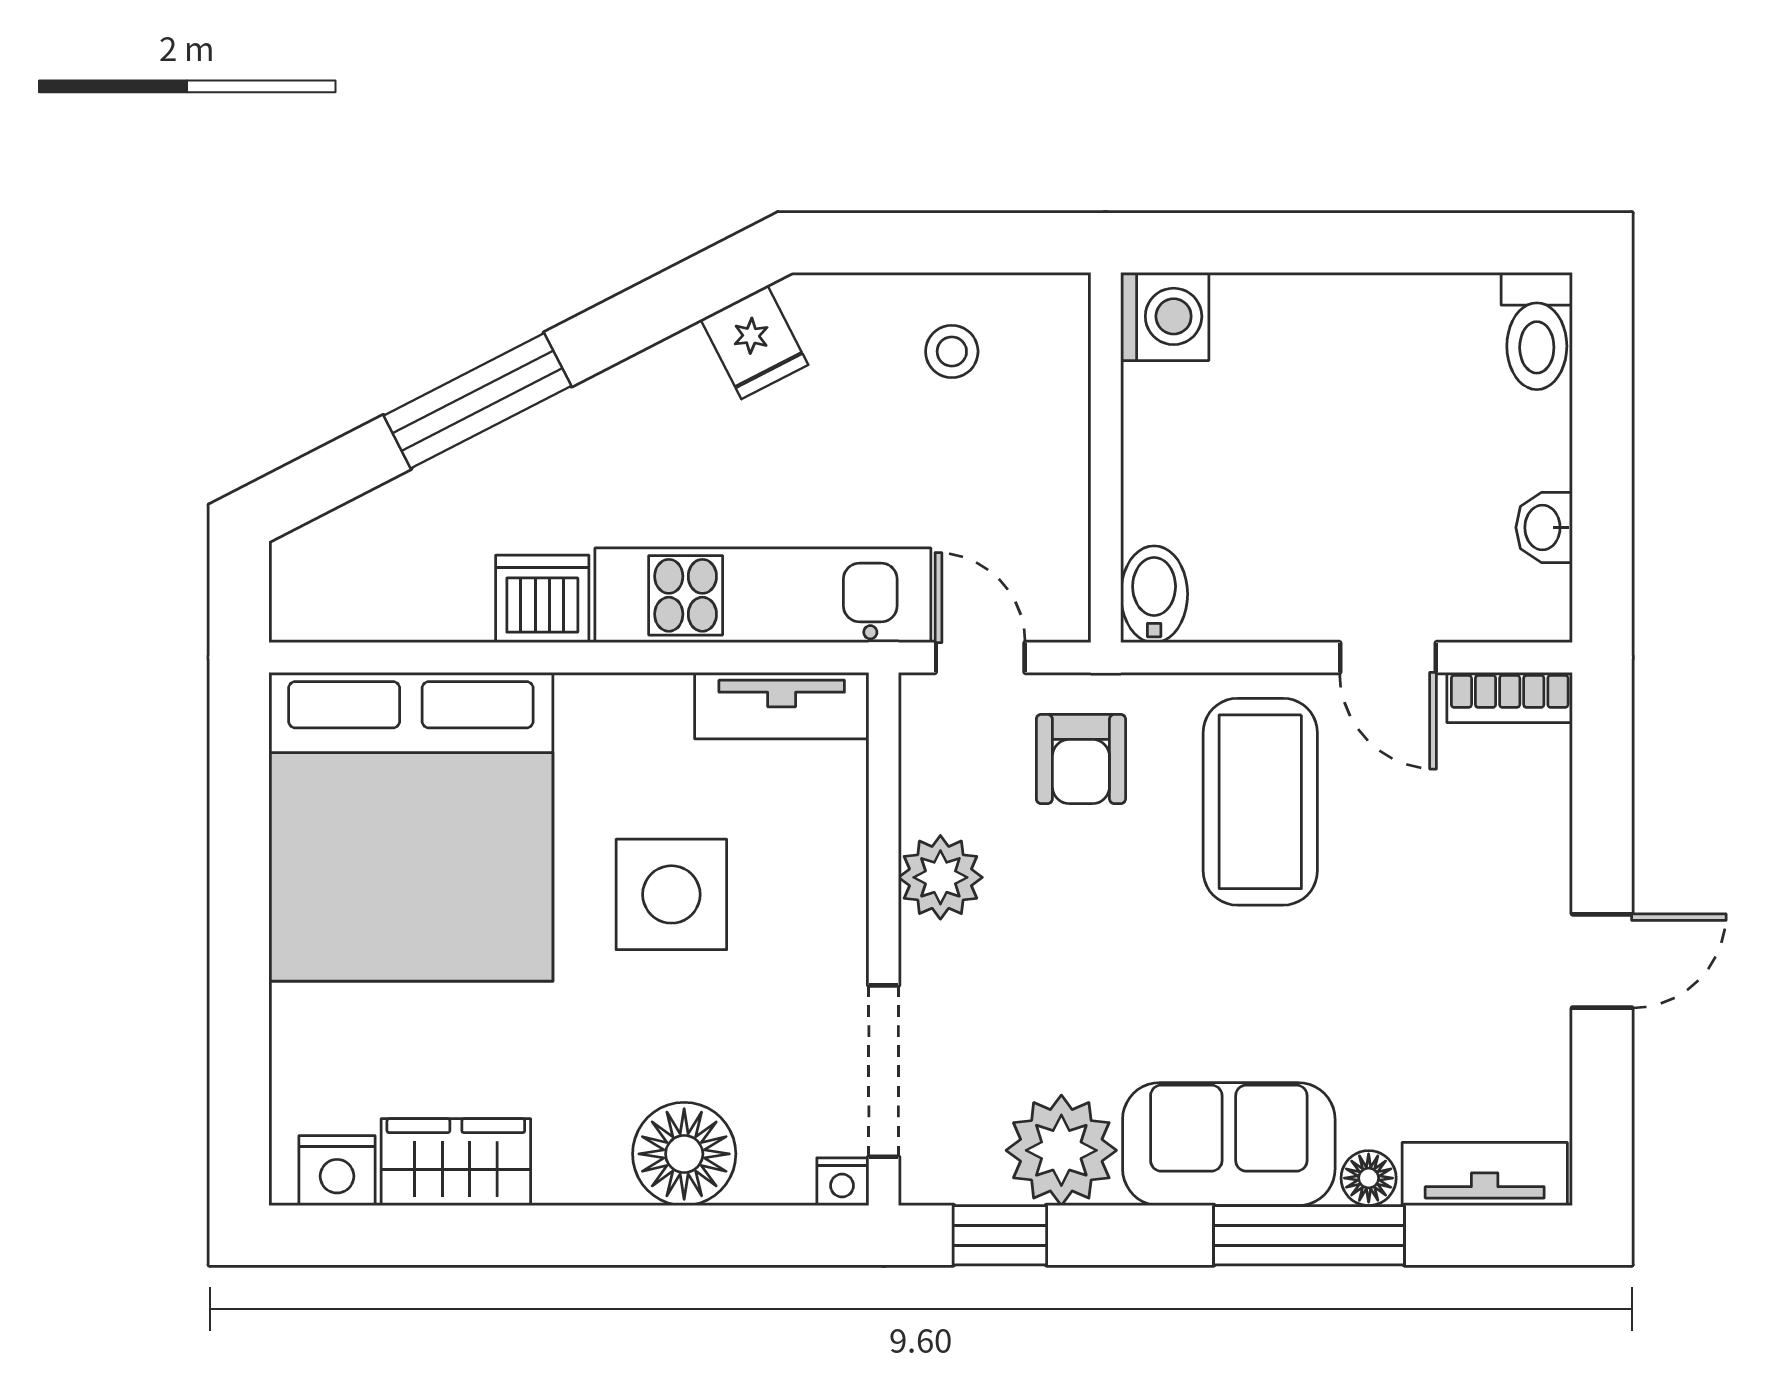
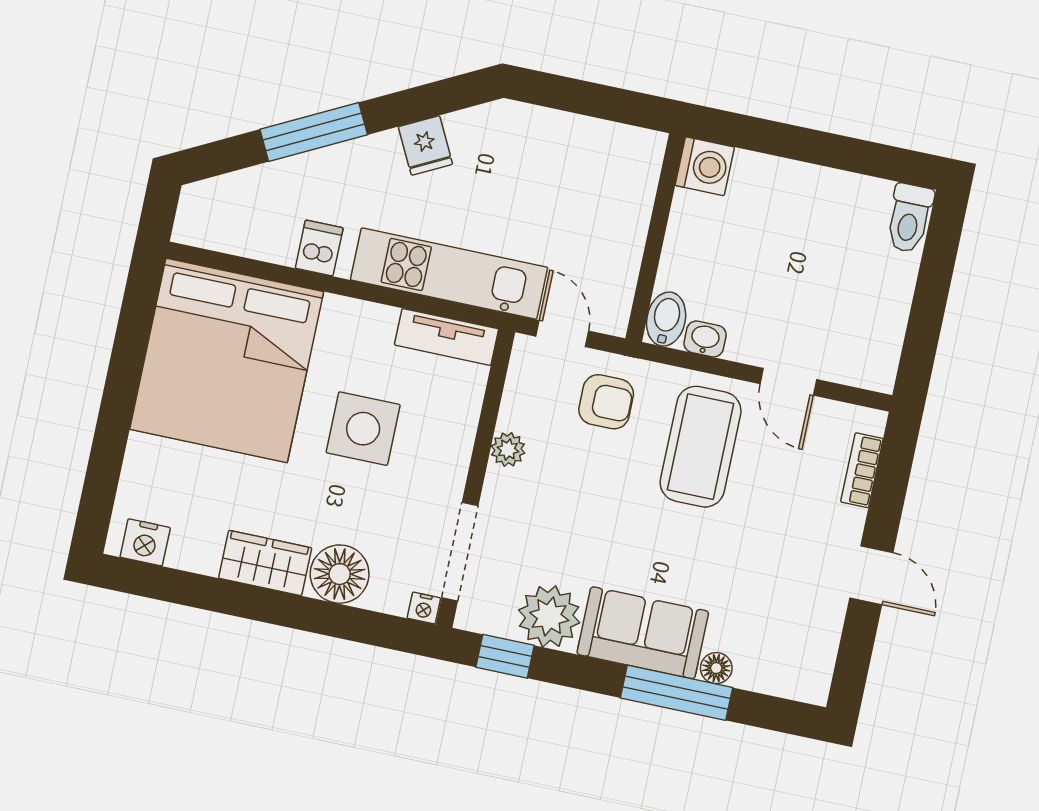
fridge: (754, 342) -> (425, 145), moved
stool: (952, 351) -> (583, 161), removed
washbasin: (1544, 528) -> (705, 339), moved, turned 90
dishwasher: (542, 599) -> (319, 248), width x0.73
bookcase: (1510, 697) -> (862, 470), moved, turned 90
armchair: (1081, 759) -> (606, 402), turned -90
plant: (940, 877) -> (508, 450), width x0.73, depth x0.73
door: (1602, 961) -> (871, 575), hinge flipped
wardrobe: (456, 1162) -> (265, 563), moved
tv unit: (1485, 1174) -> (781, 680), removed

